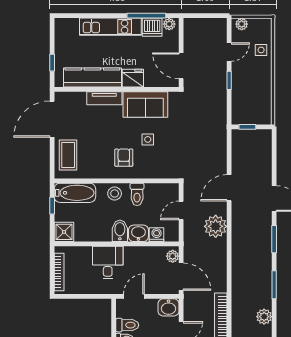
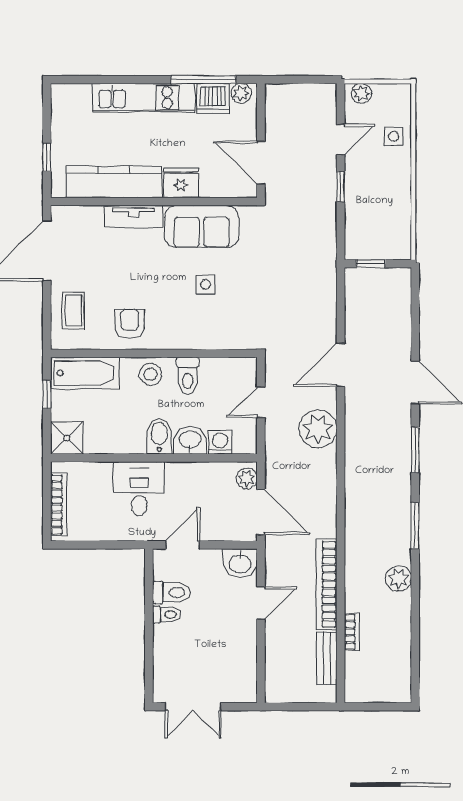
coffee table: (68, 155) -> (73, 310), width x0.73, depth x0.77
armchair: (124, 158) -> (130, 324), moved

